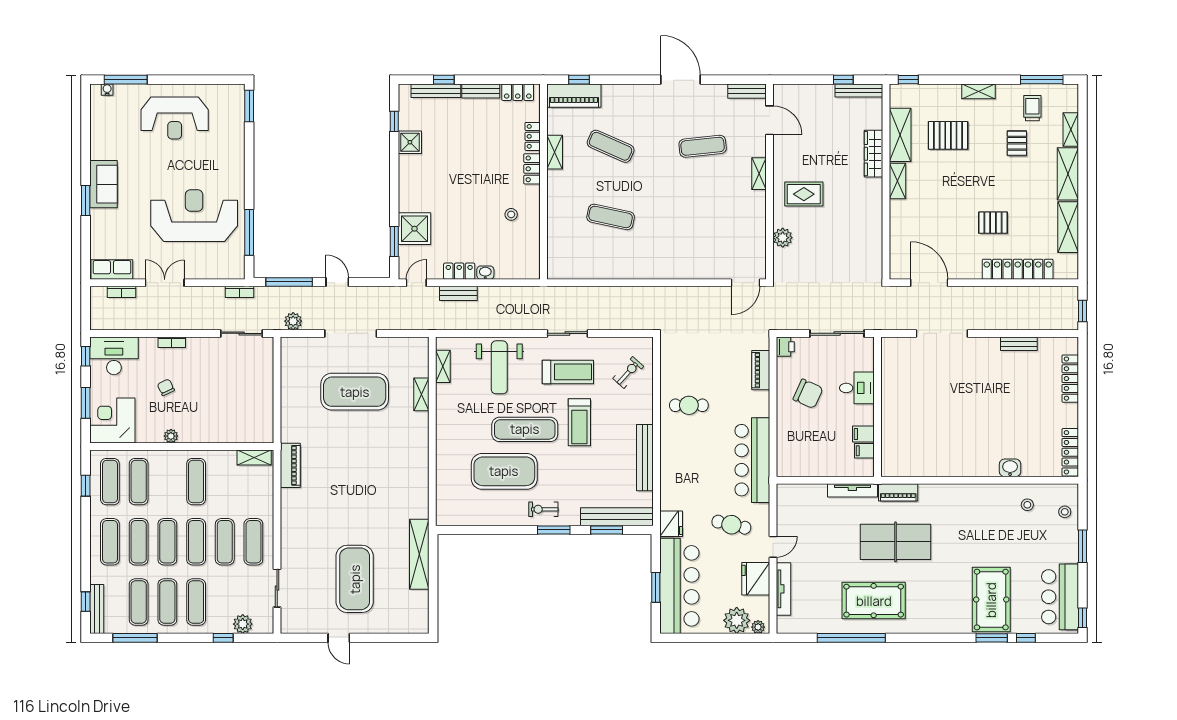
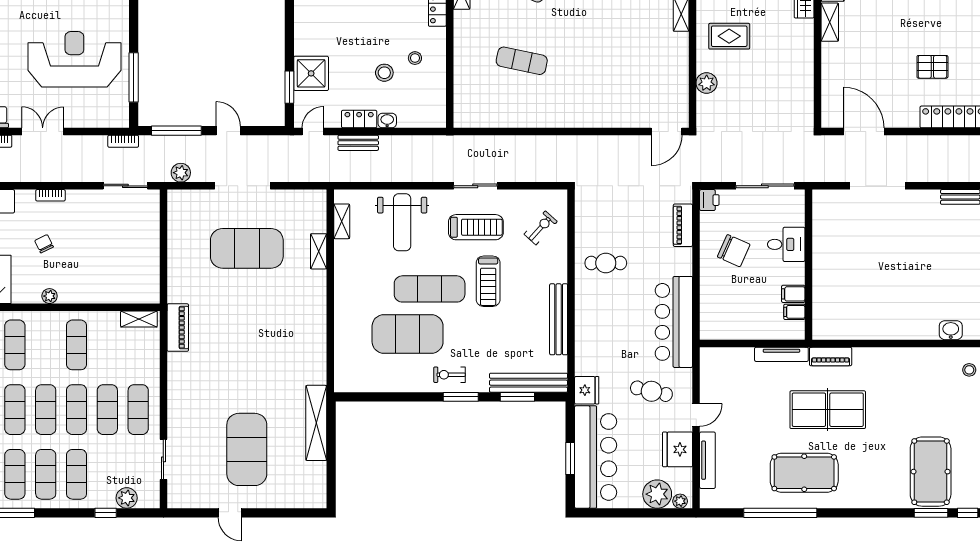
stool: (483, 228) -> (384, 73), added

